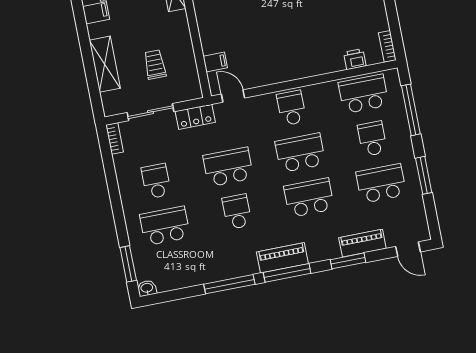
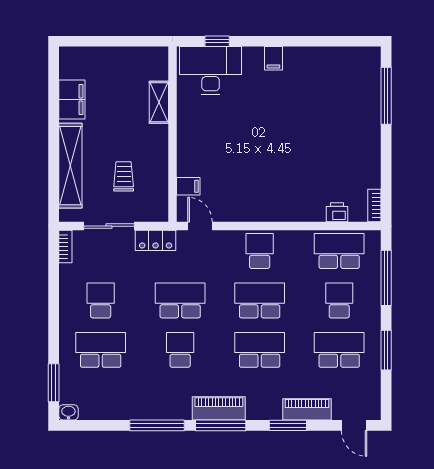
shelving: (105, 64) -> (70, 166), width x1.47

